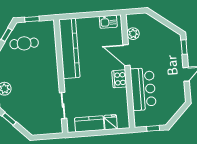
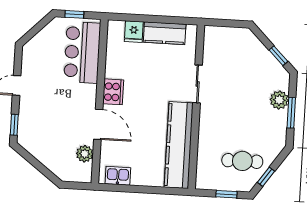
bar counter: (143, 89) -> (82, 52), moved
sliding door: (63, 106) -> (198, 84), moved

